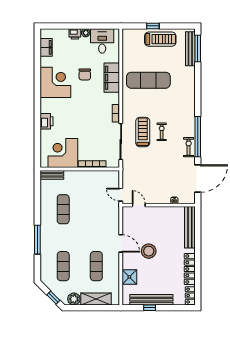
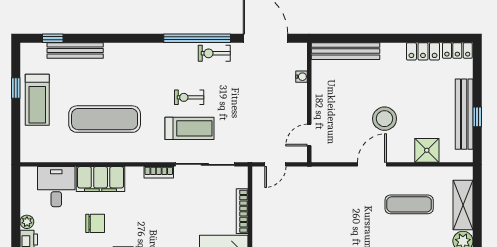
window: (153, 26) -> (16, 88), moved
treadmill: (160, 39) -> (37, 100), turned 180
desk: (102, 41) -> (56, 187), moved, turned 90
bench: (190, 49) -> (75, 50), moved
window: (198, 49) -> (53, 38), width x0.46
exercise mat: (148, 80) -> (105, 119), turned 90
treadmill: (143, 132) -> (189, 128), turned 180
door: (121, 195) -> (275, 164), moved
locker: (190, 269) -> (423, 51), width x0.66

